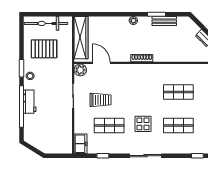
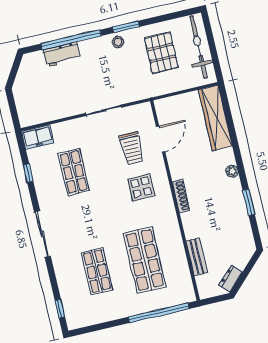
bench: (164, 21) -> (197, 257), moved
wardrobe: (81, 38) -> (215, 118), moved, turned 90
plant: (80, 70) -> (143, 112), removed
shop shelf: (178, 92) -> (145, 260), width x1.43, depth x1.36
trolley: (101, 100) -> (132, 148), moved
workbench: (30, 102) -> (62, 54), moved
display table: (143, 124) -> (141, 187), moved

